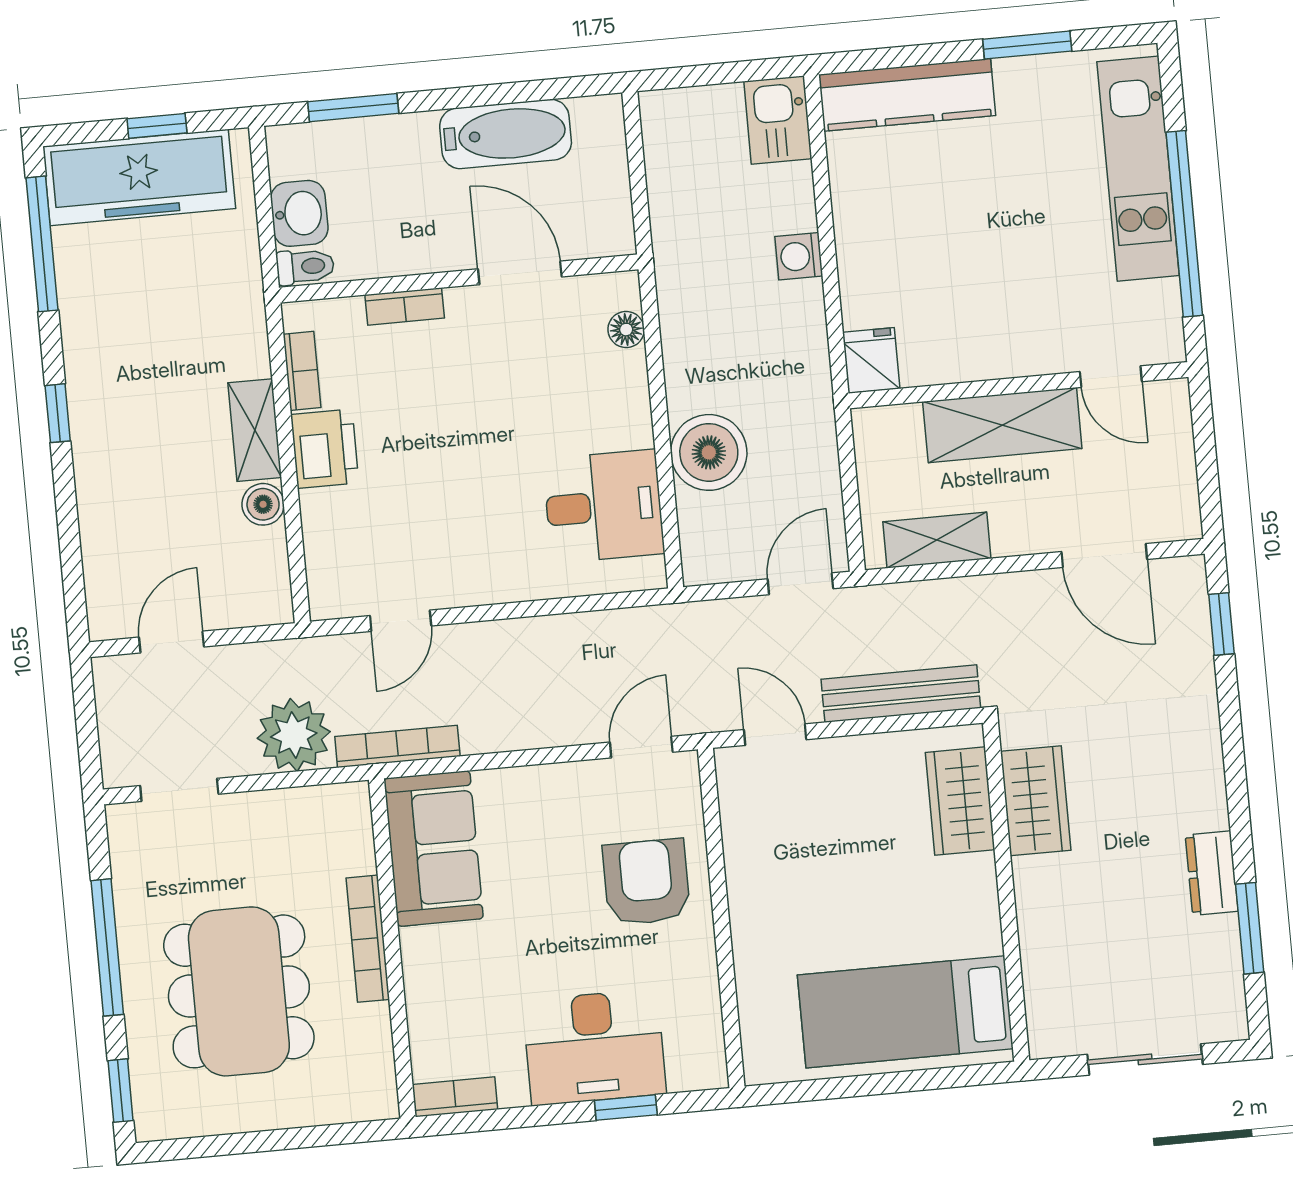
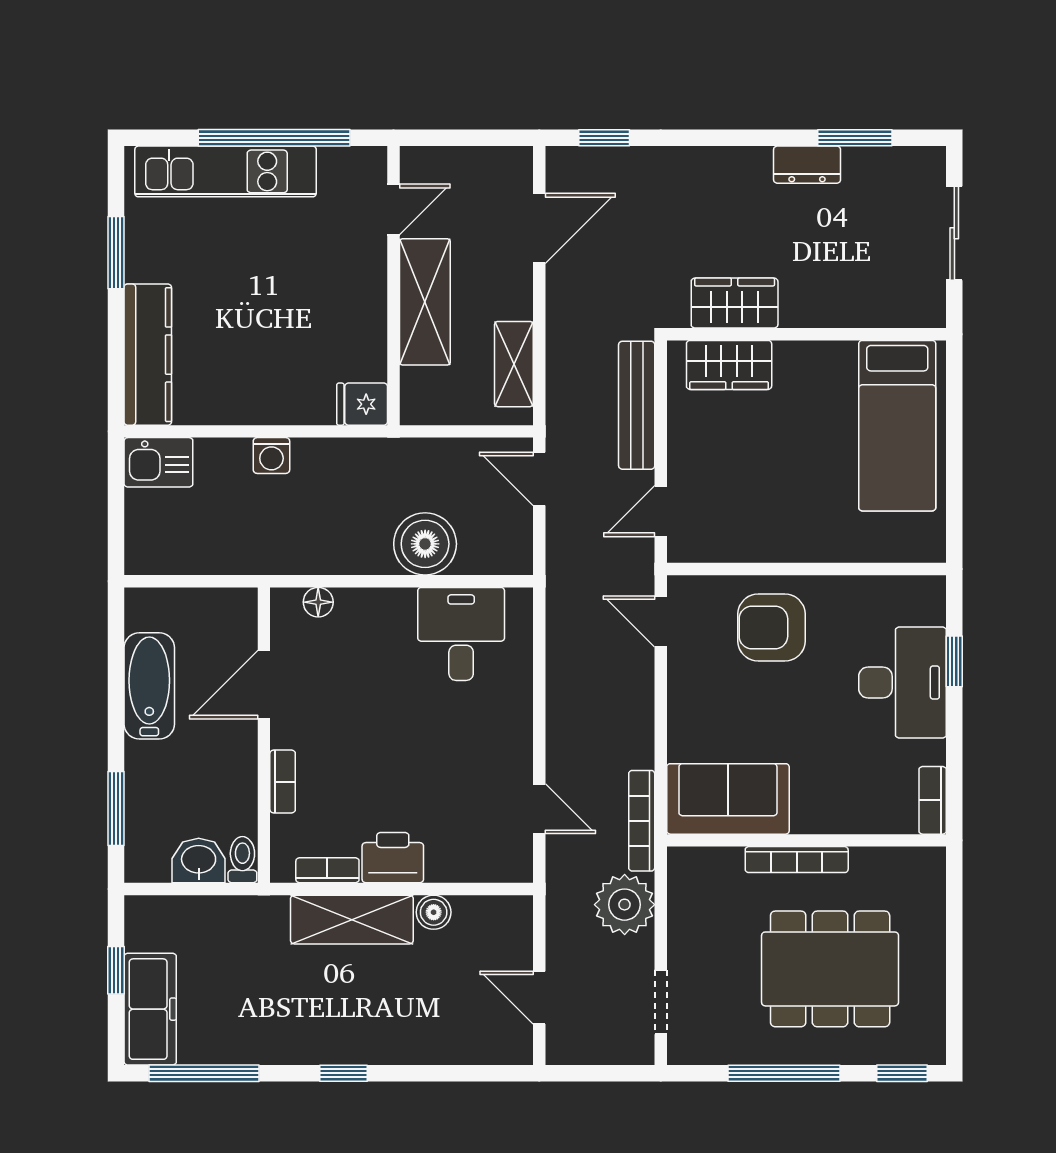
freezer: (139, 177) -> (150, 1009), width x0.73, depth x0.79
shelving: (255, 430) -> (352, 920), width x1.50, depth x1.33

